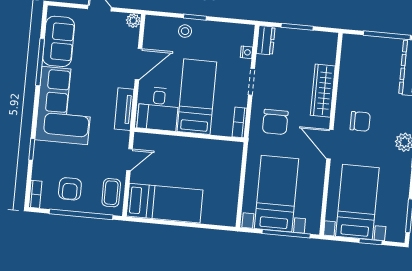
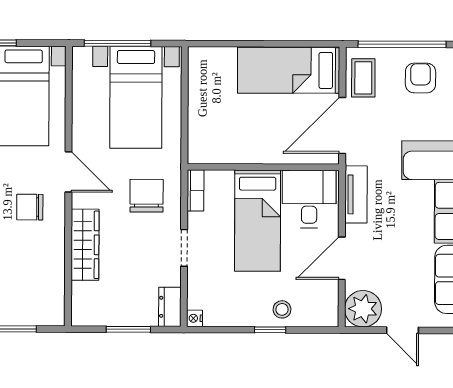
plant: (133, 21) -> (363, 309), width x1.87, depth x1.87
nightstand: (247, 52) -> (195, 318), moved
door: (129, 160) -> (342, 126), width x1.88

